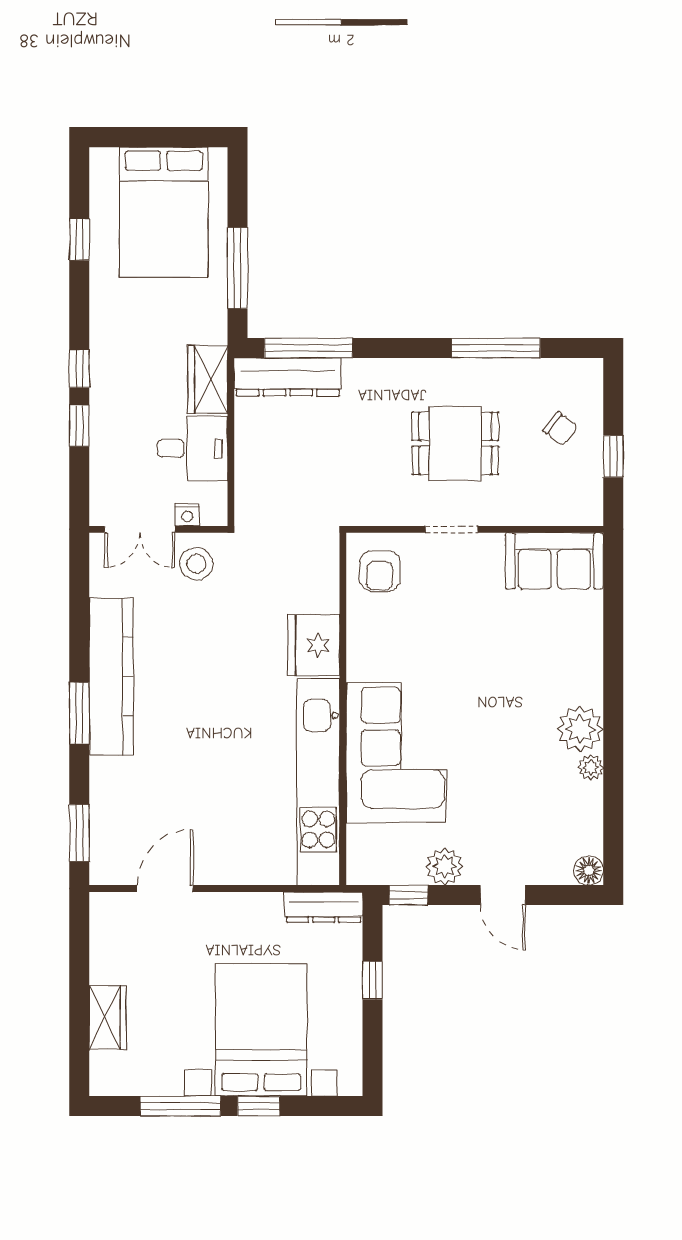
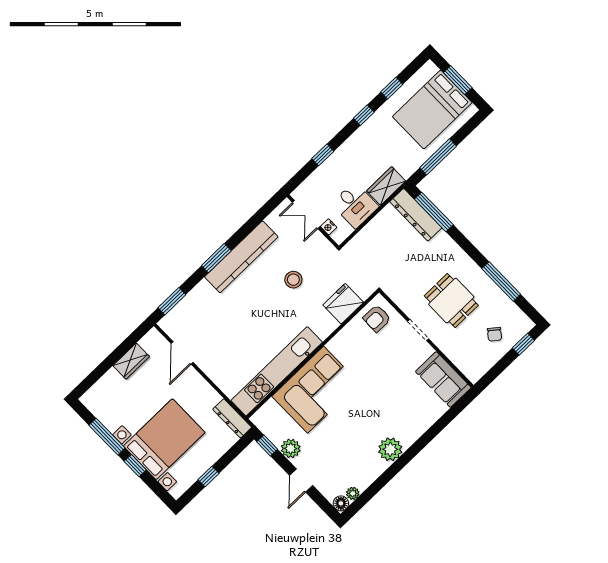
window: (157, 137) -> (458, 80), added
window: (79, 369) -> (364, 115), moved
window: (613, 456) -> (523, 344), moved
stool: (196, 564) -> (293, 280), moved
fridge: (314, 645) -> (343, 304), moved
plant: (591, 767) -> (353, 493), moved
door: (165, 889) -> (182, 353), swing flipped
window: (373, 980) -> (208, 476), moved
wardrobe: (108, 1017) -> (131, 361), moved

